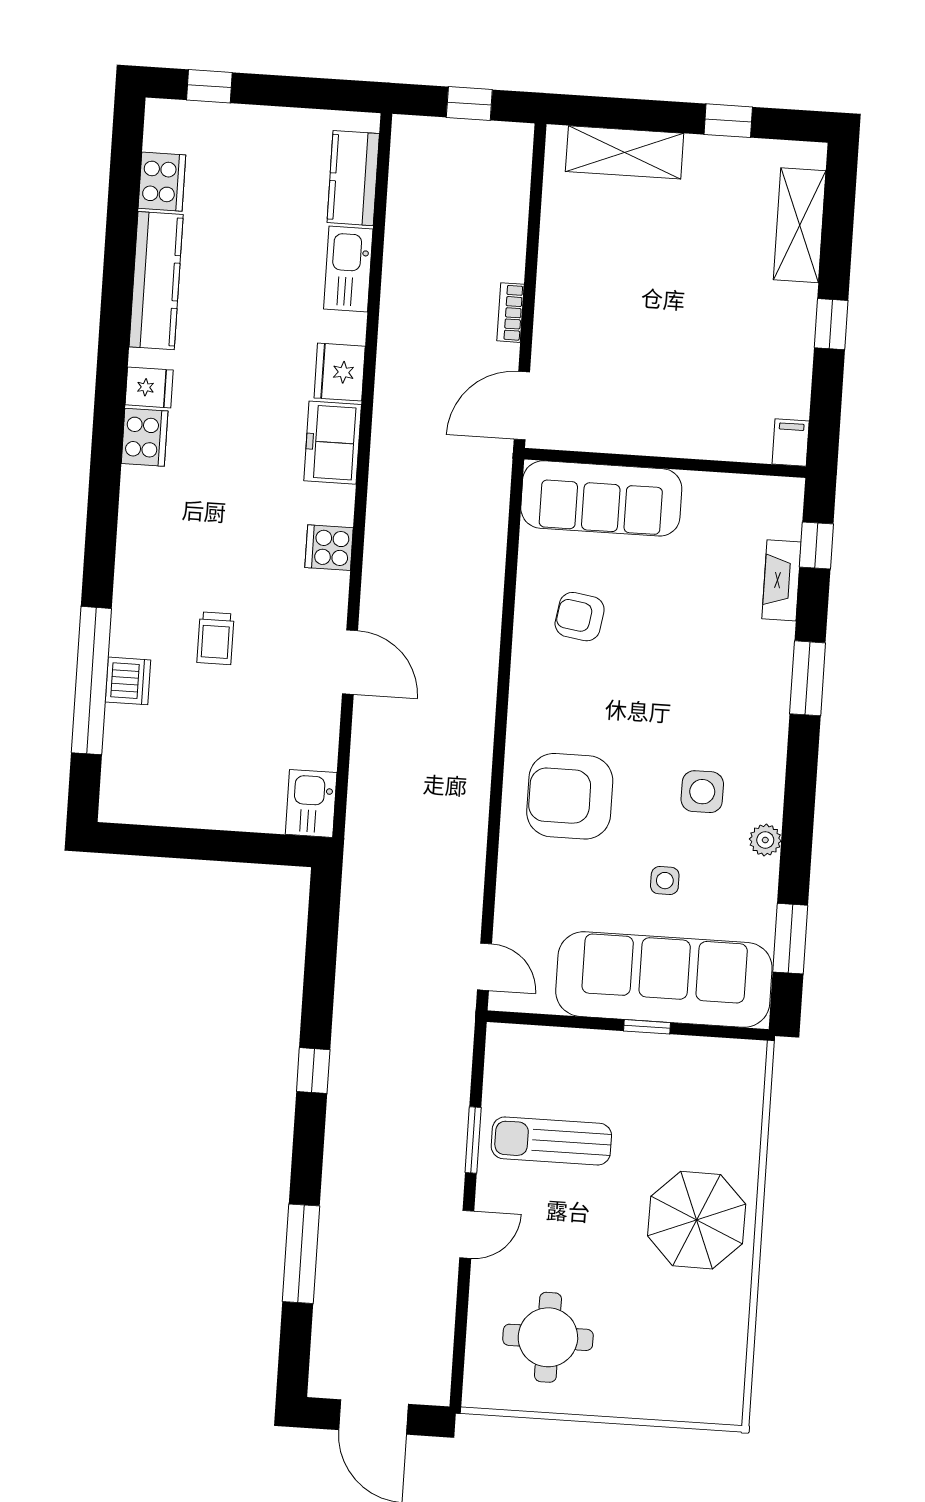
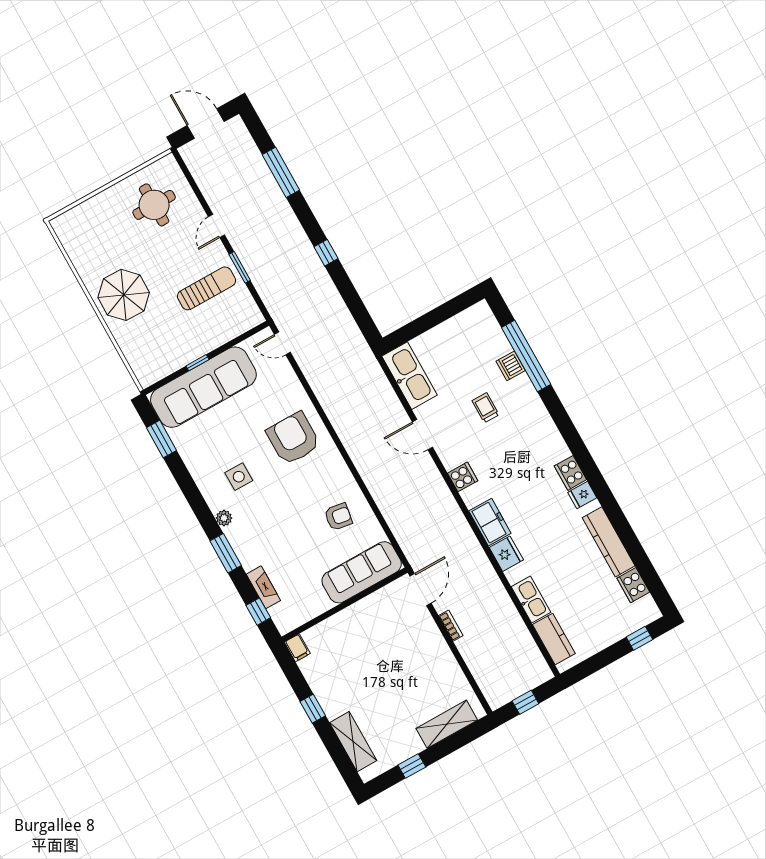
armchair: (570, 796) -> (293, 438), turned -90
kitchen sink: (311, 803) -> (410, 376), width x1.87, depth x1.24
plant: (765, 840) -> (224, 518), moved
side table: (665, 881) -> (230, 429), removed

